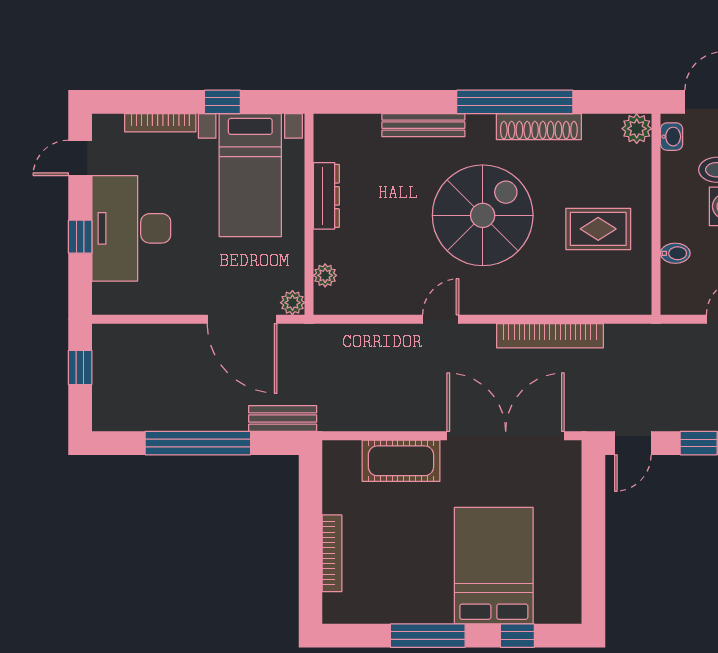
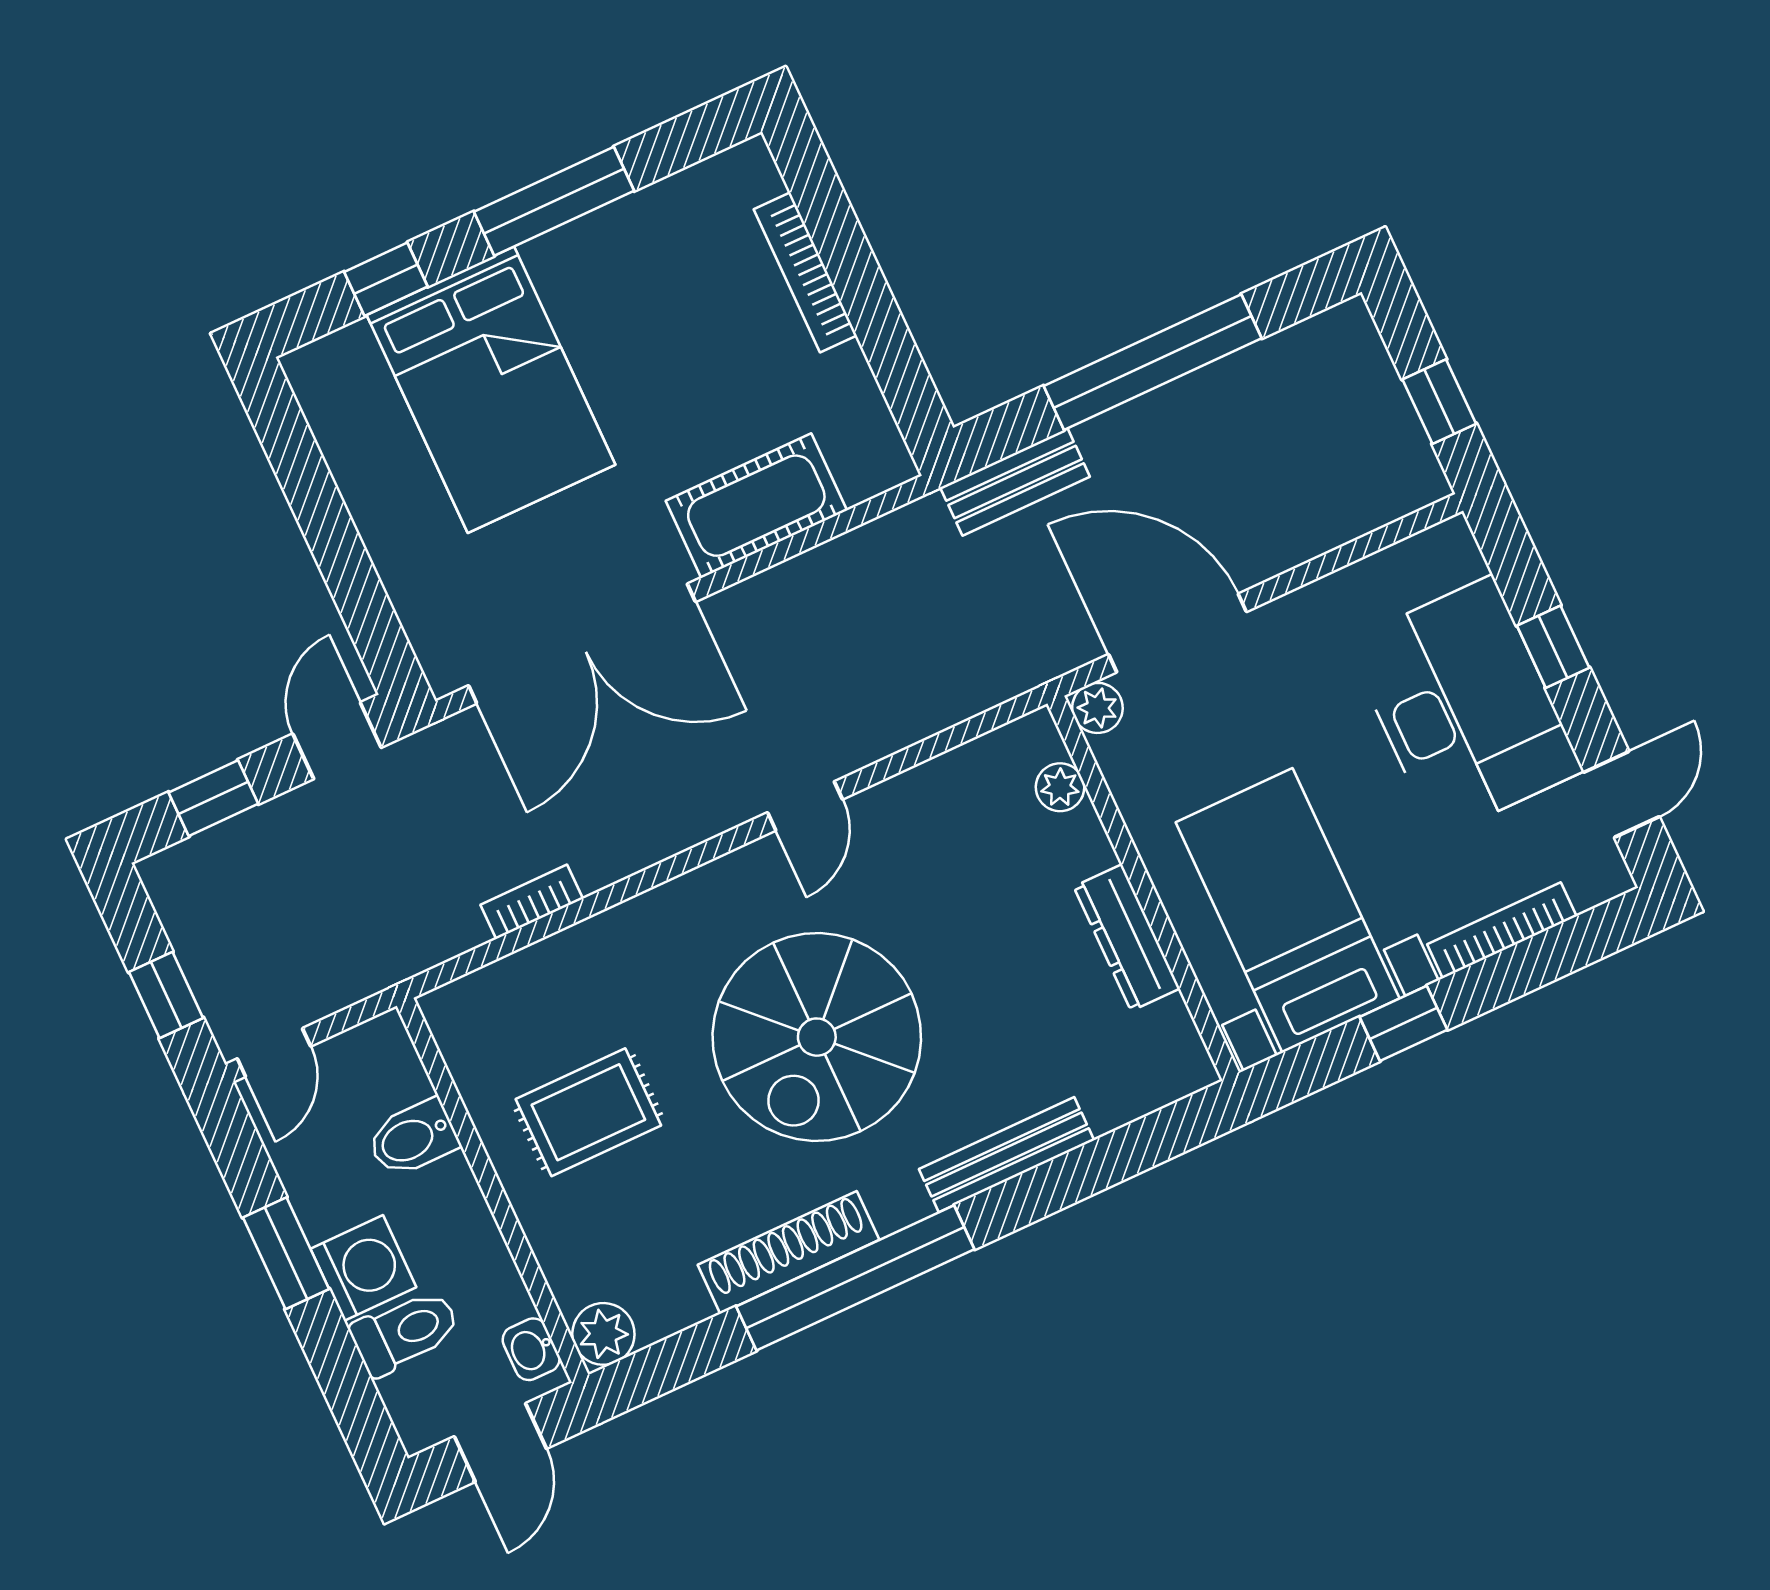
bidet: (675, 253) -> (413, 1138), width x1.38, depth x1.36
bookcase: (550, 336) -> (532, 902), width x0.43, depth x0.76

